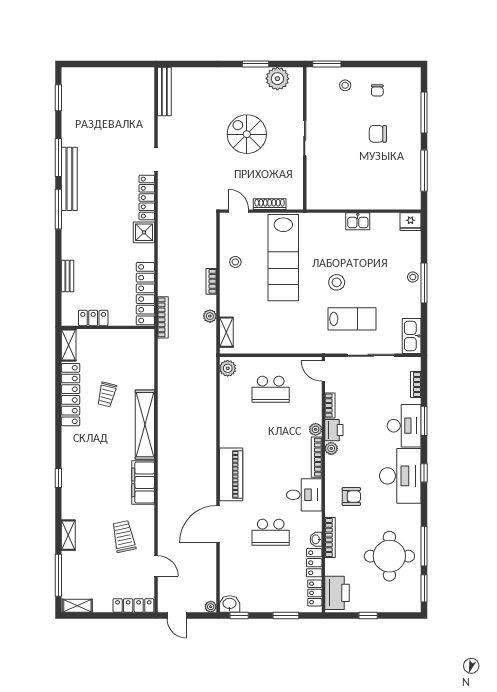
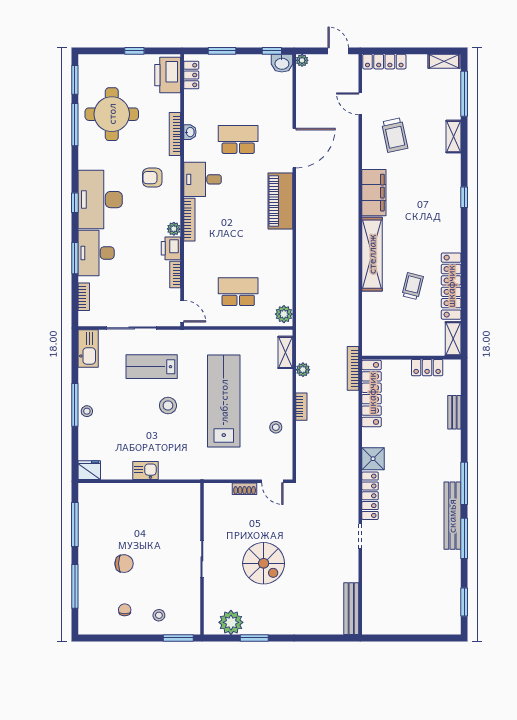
shoe rack: (270, 204) -> (245, 489), width x0.70
lab bench: (283, 258) -> (224, 401), moved
plant: (316, 429) -> (190, 249), removed
locker: (314, 563) -> (192, 107), removed

